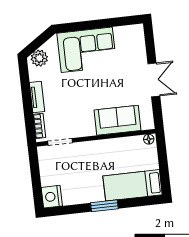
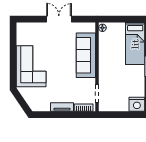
plant: (39, 58) -> (33, 102), removed
sofa: (118, 120) -> (86, 55), width x1.36

